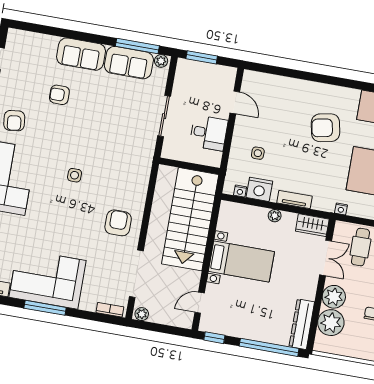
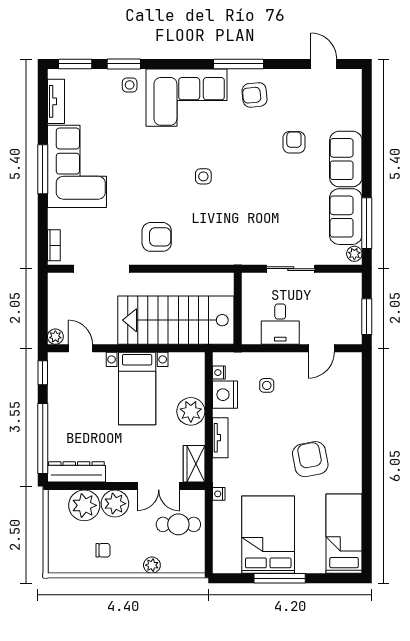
window: (202, 57) -> (367, 317), moved
plant: (275, 216) -> (191, 411), width x1.88, depth x1.88
plant: (142, 314) -> (55, 337), moved

